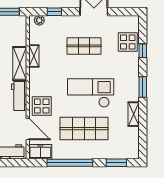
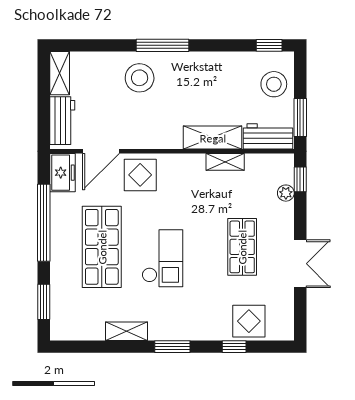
window: (54, 12) -> (300, 179), moved
plant: (39, 20) -> (286, 193), moved
checkout: (91, 93) -> (162, 258), width x0.73, depth x0.83
workbench: (19, 96) -> (268, 136), moved

